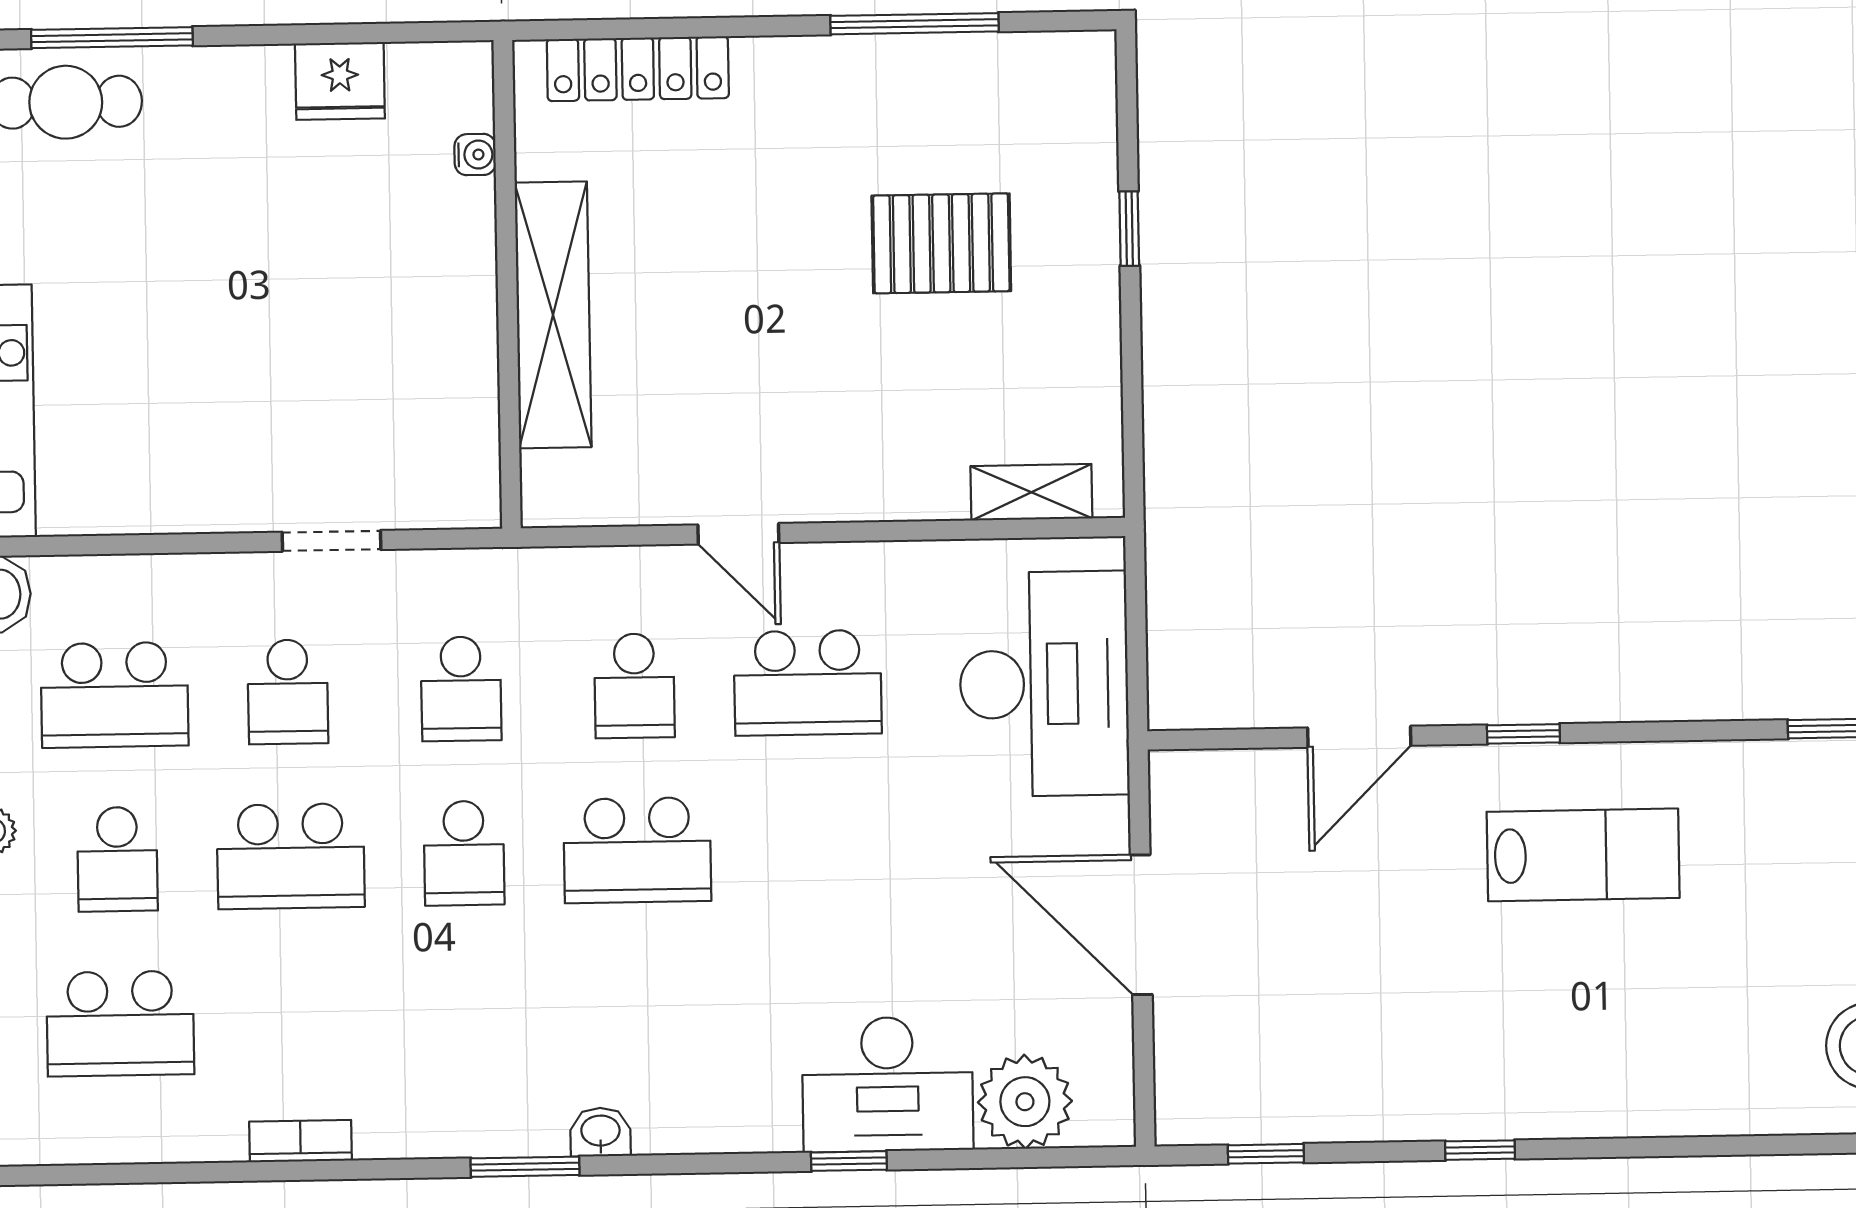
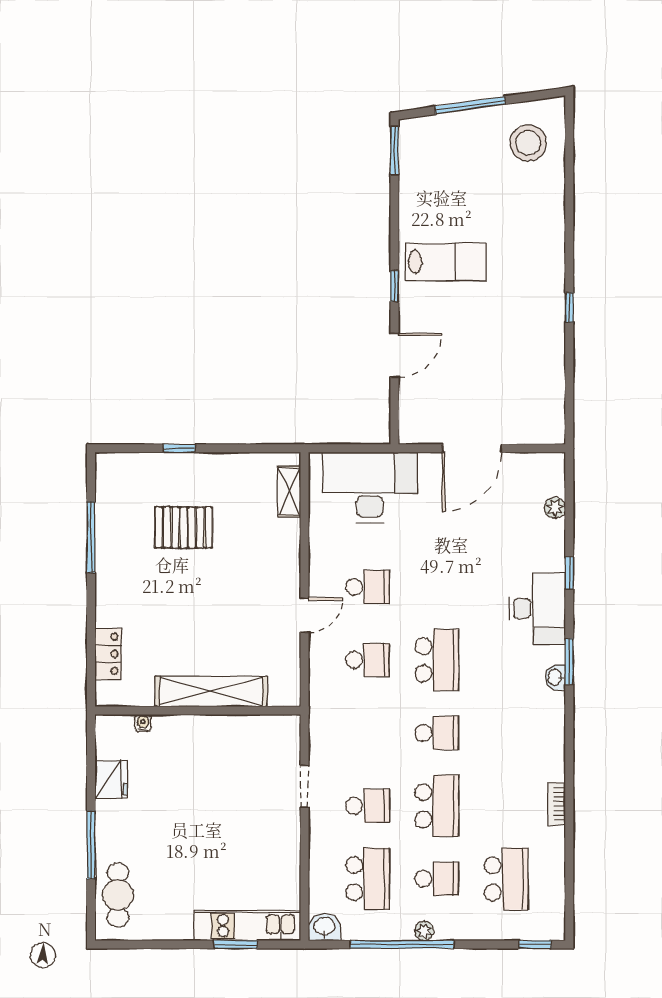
window: (112, 38) -> (91, 845), moved
locker: (638, 69) -> (108, 654), width x0.66
pallet: (941, 243) -> (184, 527), turned 90
school desk: (808, 683) -> (368, 587), width x0.54
school desk: (461, 689) -> (368, 733), removed
door: (1359, 737) -> (394, 355), hinge flipped
lab bench: (1583, 855) -> (446, 262), turned 90
desk: (888, 1084) -> (537, 608), moved
plant: (1025, 1102) -> (555, 508), width x0.53, depth x0.53
window: (1266, 1154) -> (569, 398), removed
window: (525, 1167) -> (569, 662), moved

